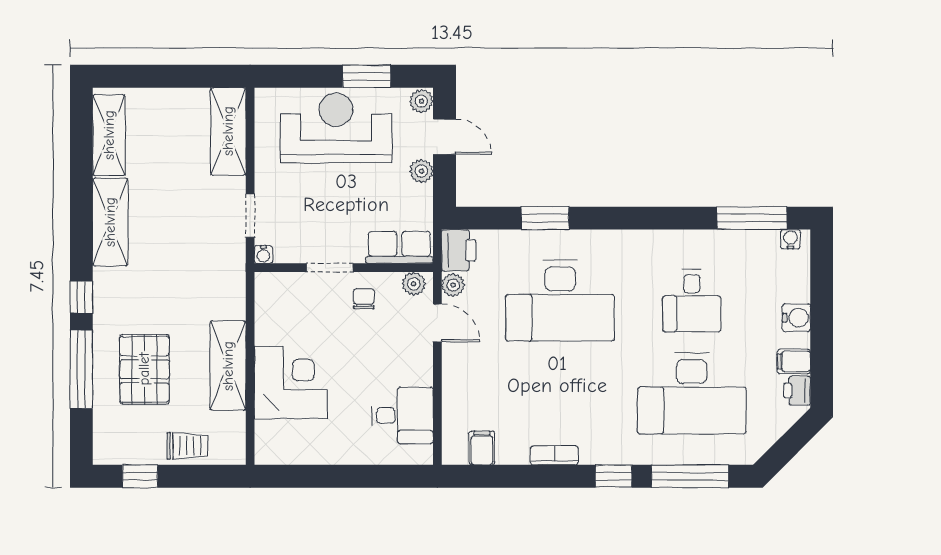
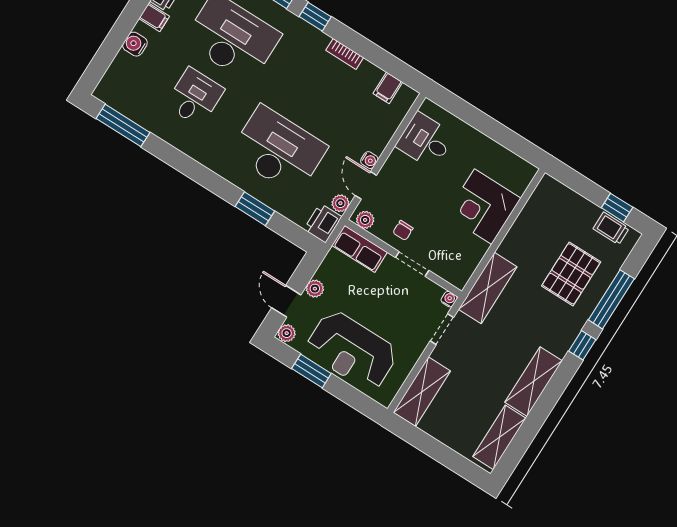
water cooler: (790, 239) -> (369, 160), moved, turned -90
shelving: (228, 366) -> (488, 288), moved
trolley: (187, 446) -> (611, 228), moved

